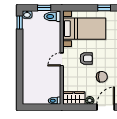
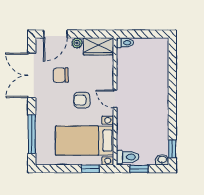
window: (104, 8) -> (90, 169), moved
door: (62, 59) -> (115, 99), swing flipped

